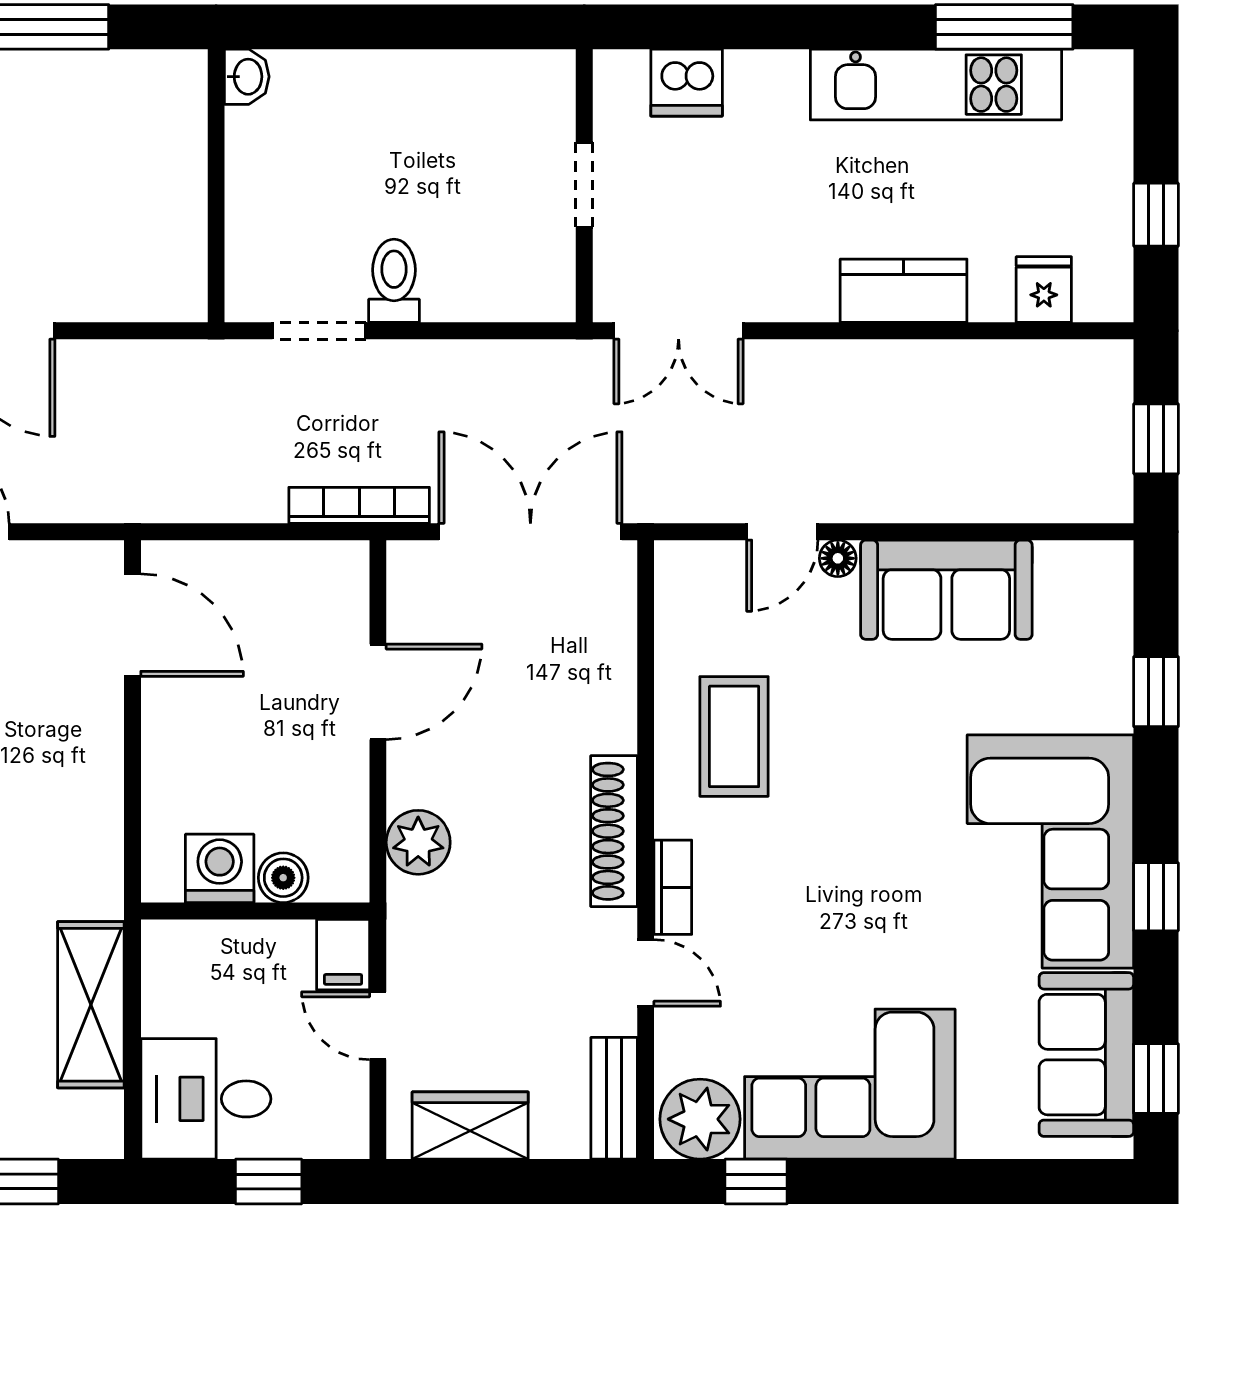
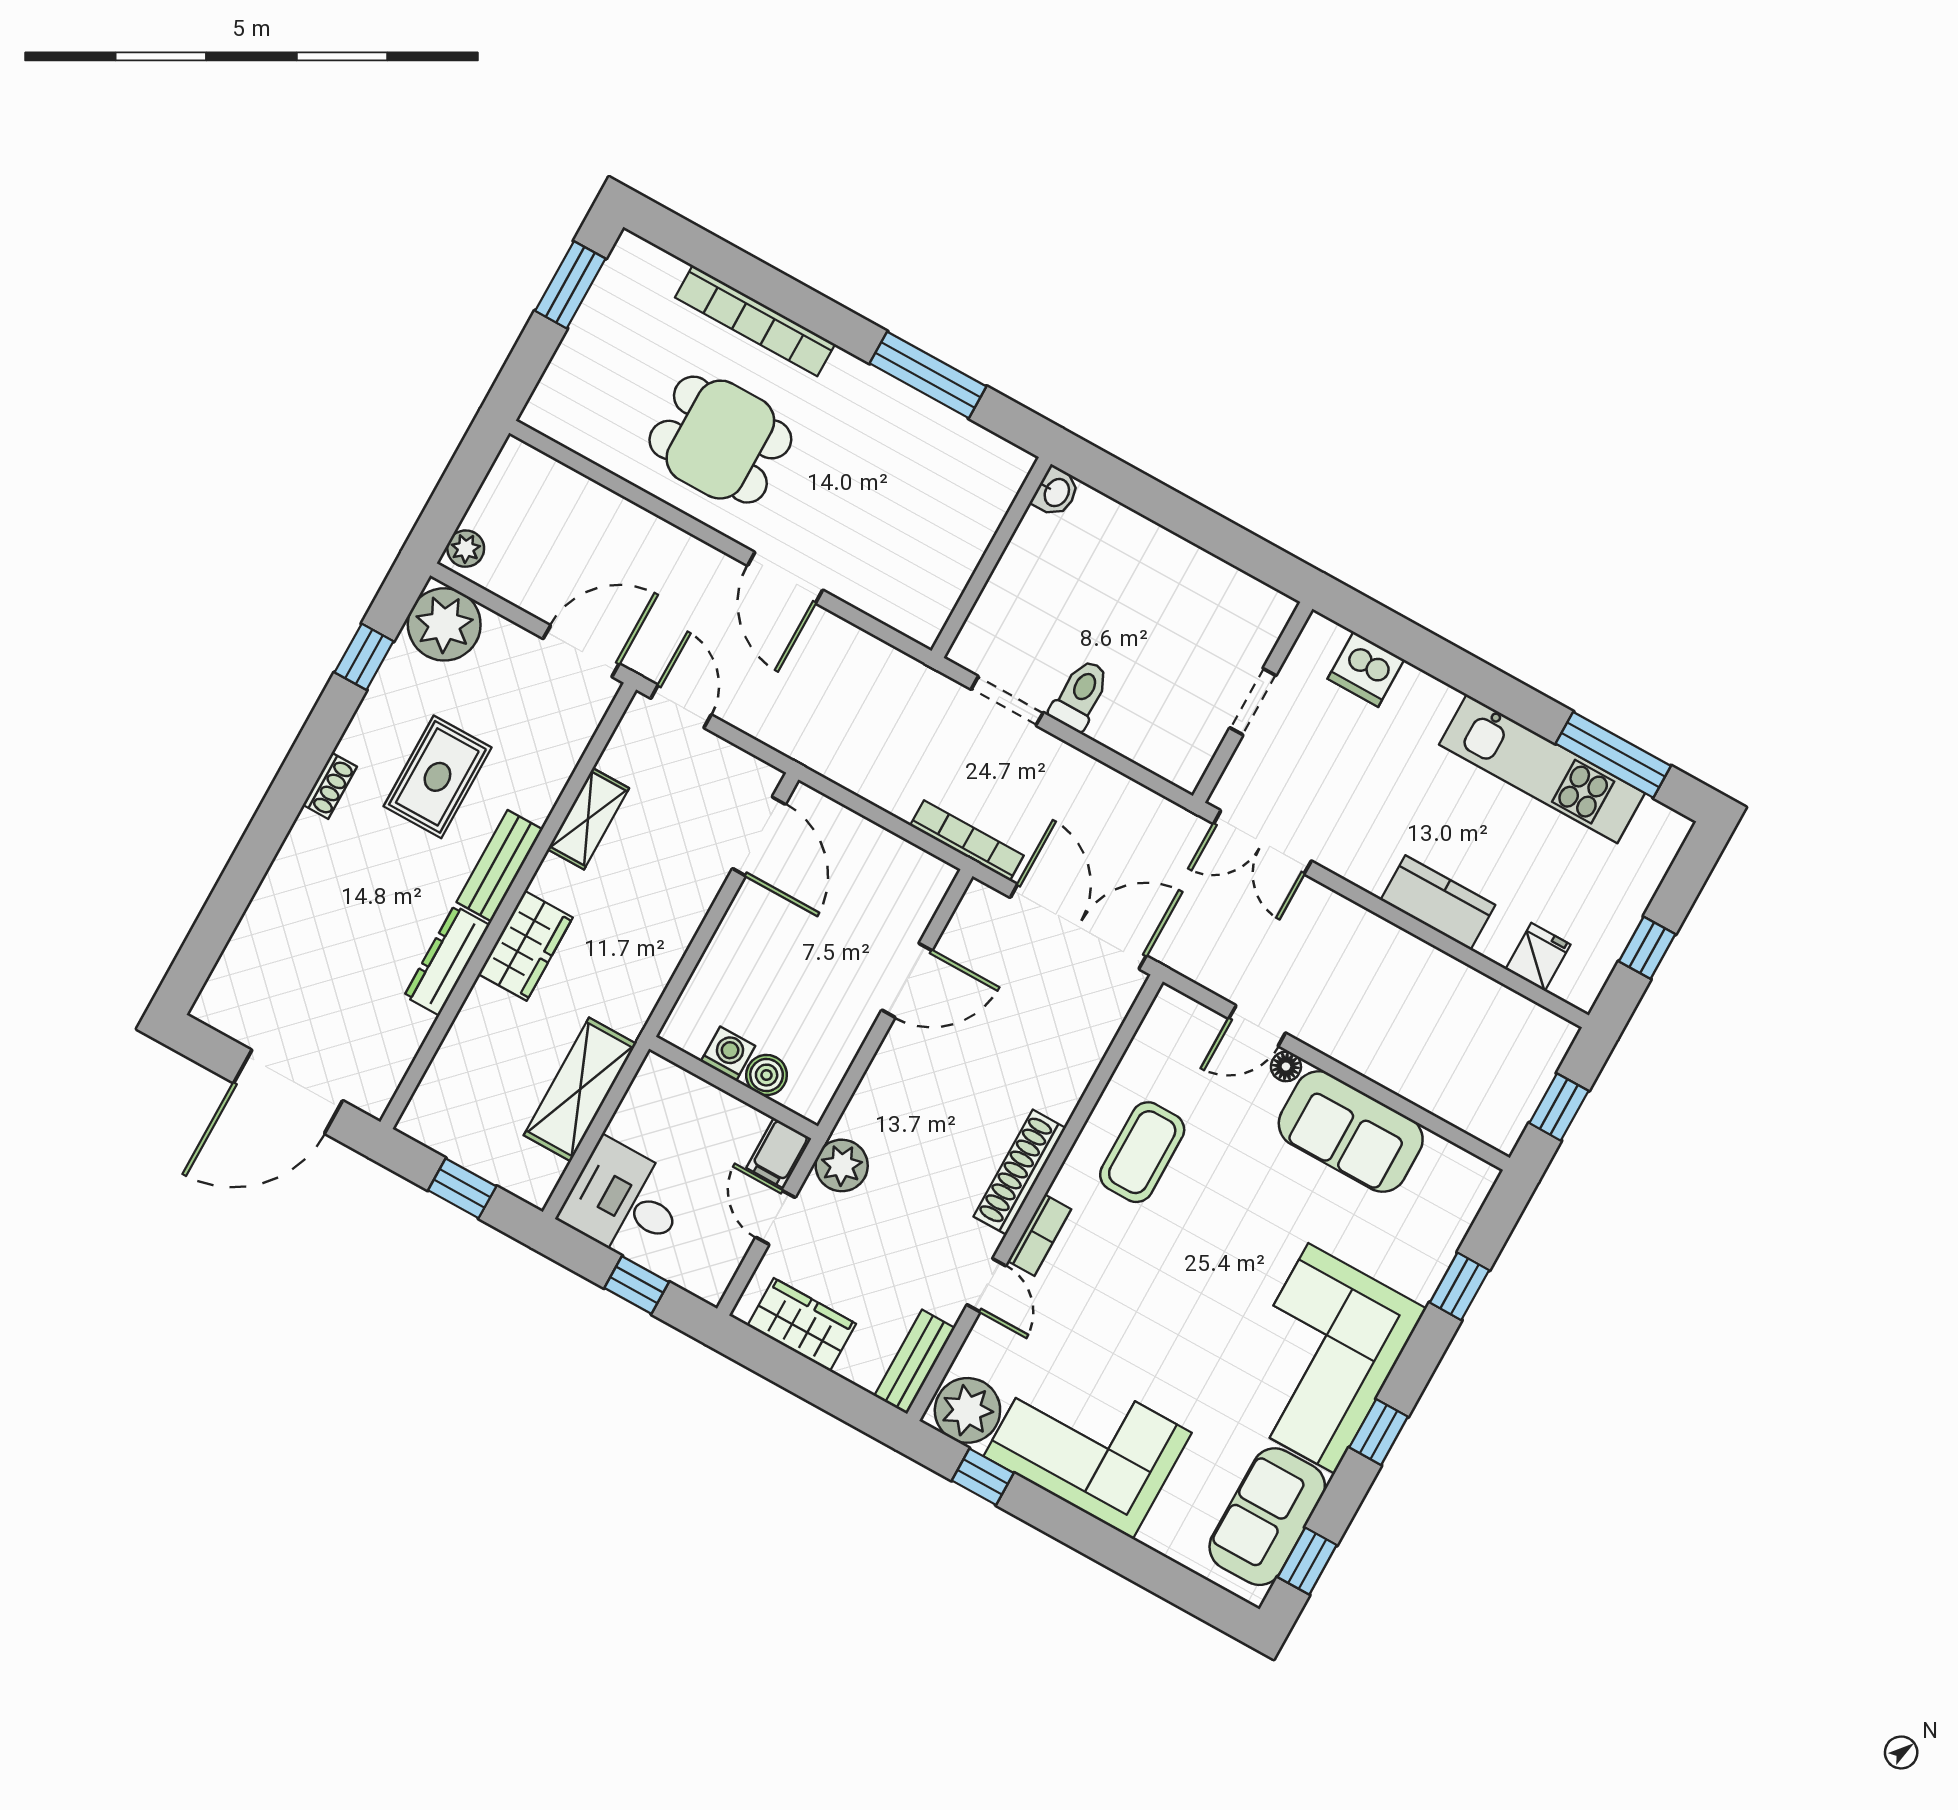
plant: (418, 842) -> (842, 1165), moved
washing machine: (220, 868) -> (728, 1054), width x0.73, depth x0.73

